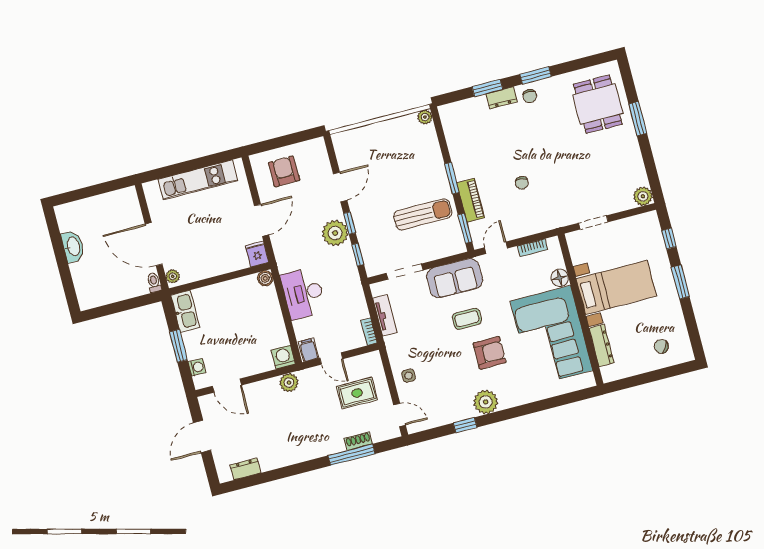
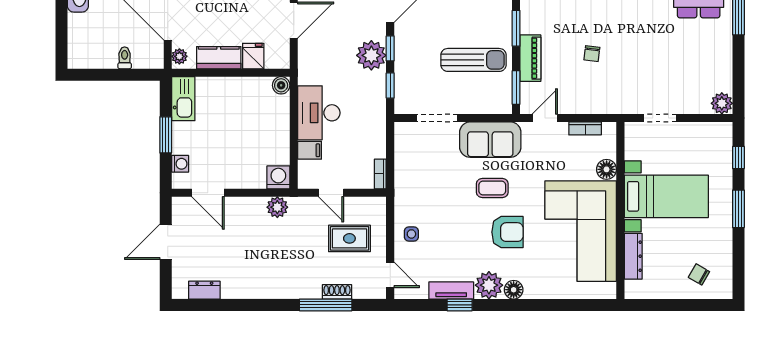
fridge: (257, 254) -> (253, 56), moved
kitchen counter: (206, 269) -> (219, 58), added
toilet: (154, 282) -> (125, 58), moved
tv unit: (385, 315) -> (451, 290), moved, turned -90
filing cabinet: (309, 350) -> (310, 150), moved, turned 90
floor lamp: (508, 400) -> (514, 290), added

